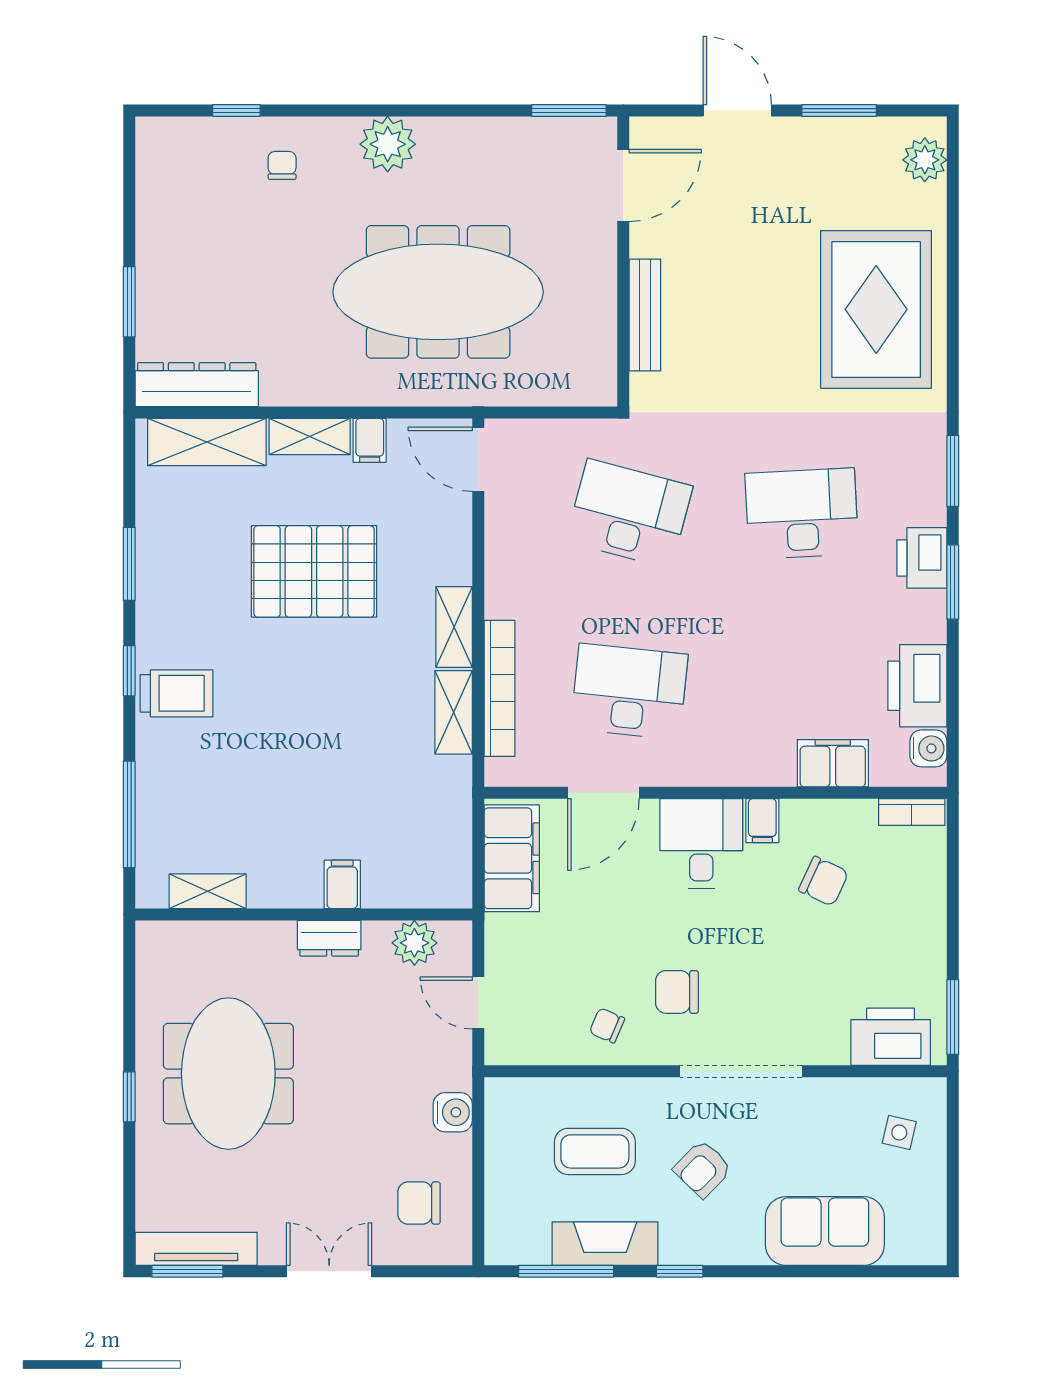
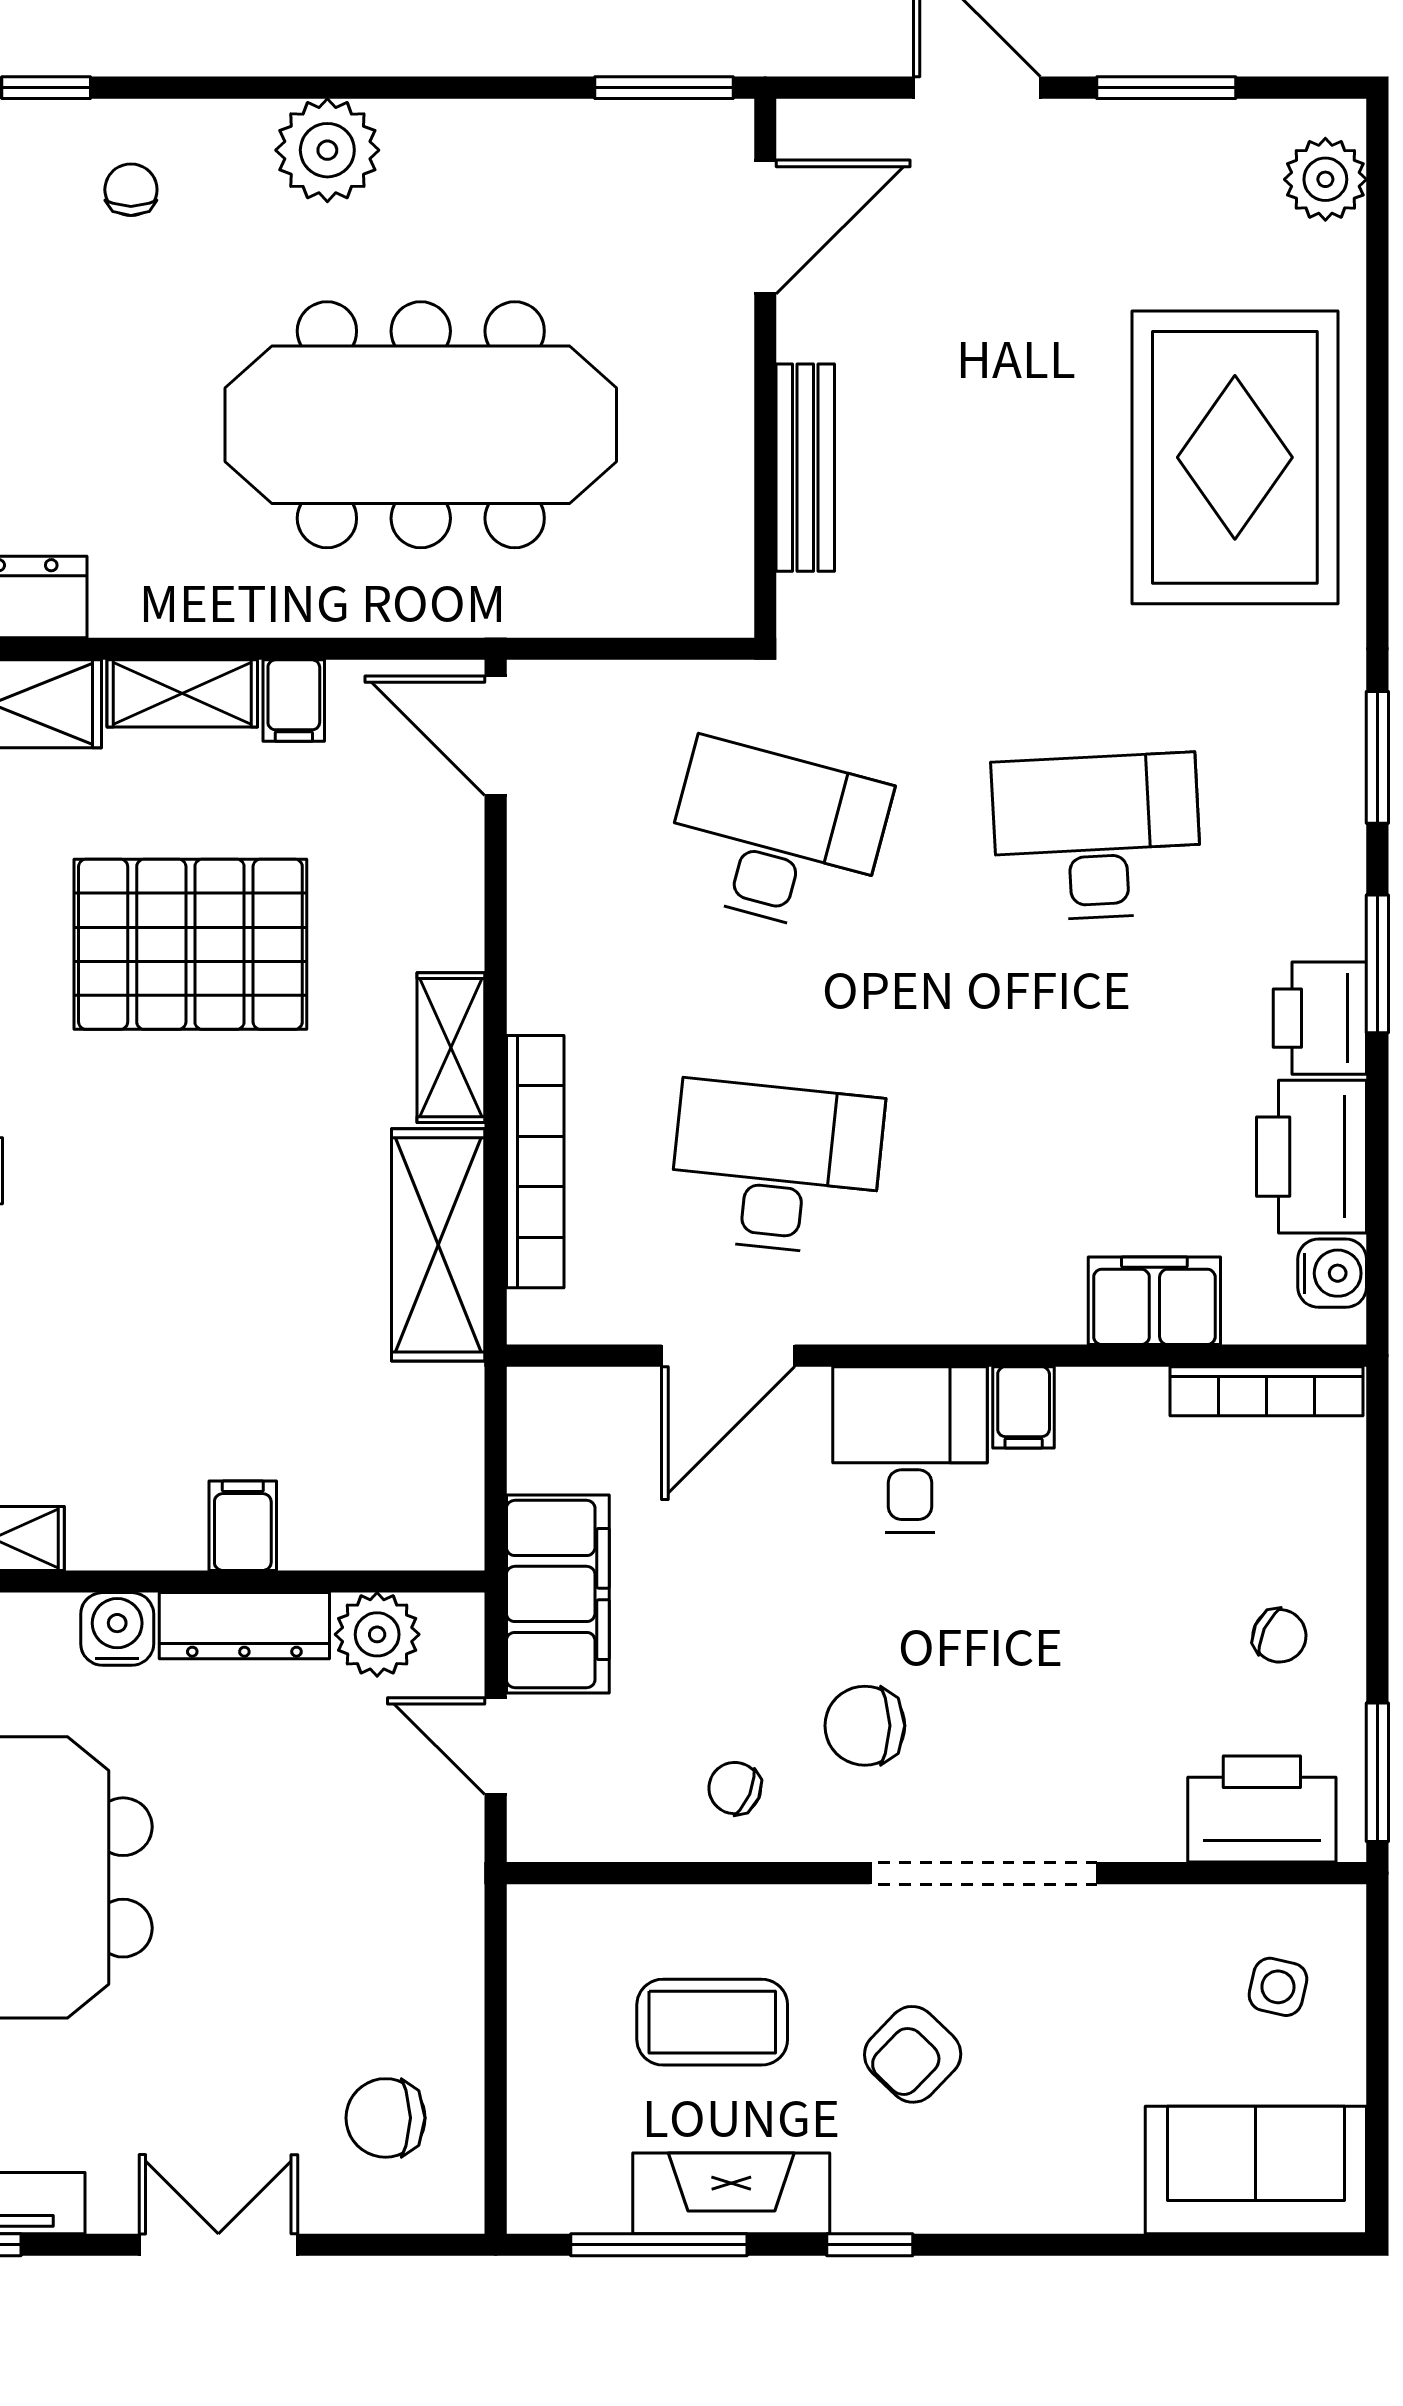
printer: (922, 558) -> (1320, 1018), moved
shelving: (454, 712) -> (438, 1245), width x1.50, depth x1.33
bookcase: (912, 812) -> (1266, 1391), width x1.56
filing cabinet: (512, 858) -> (558, 1594), moved
chair: (824, 881) -> (1279, 1636), moved, width x0.73, depth x0.73
dresser: (329, 938) -> (244, 1626), width x1.44
water cooler: (453, 1112) -> (117, 1629), moved, turned -90
sofa: (825, 1231) -> (1256, 2170), moved

